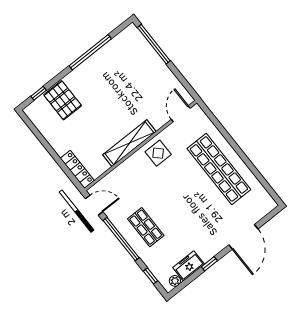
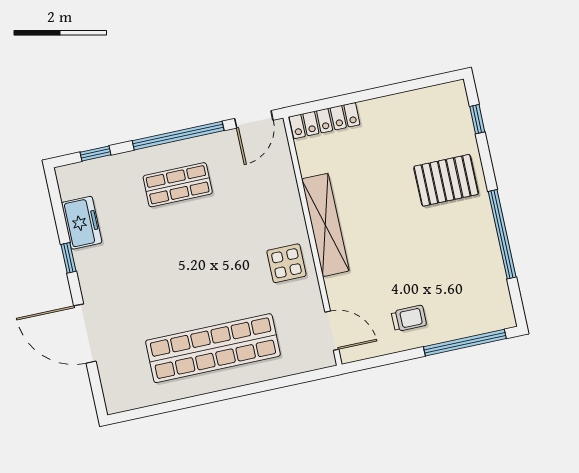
trolley: (155, 78) -> (409, 318), added
pallet: (63, 100) -> (446, 180), moved
plant: (175, 281) -> (68, 189), removed

